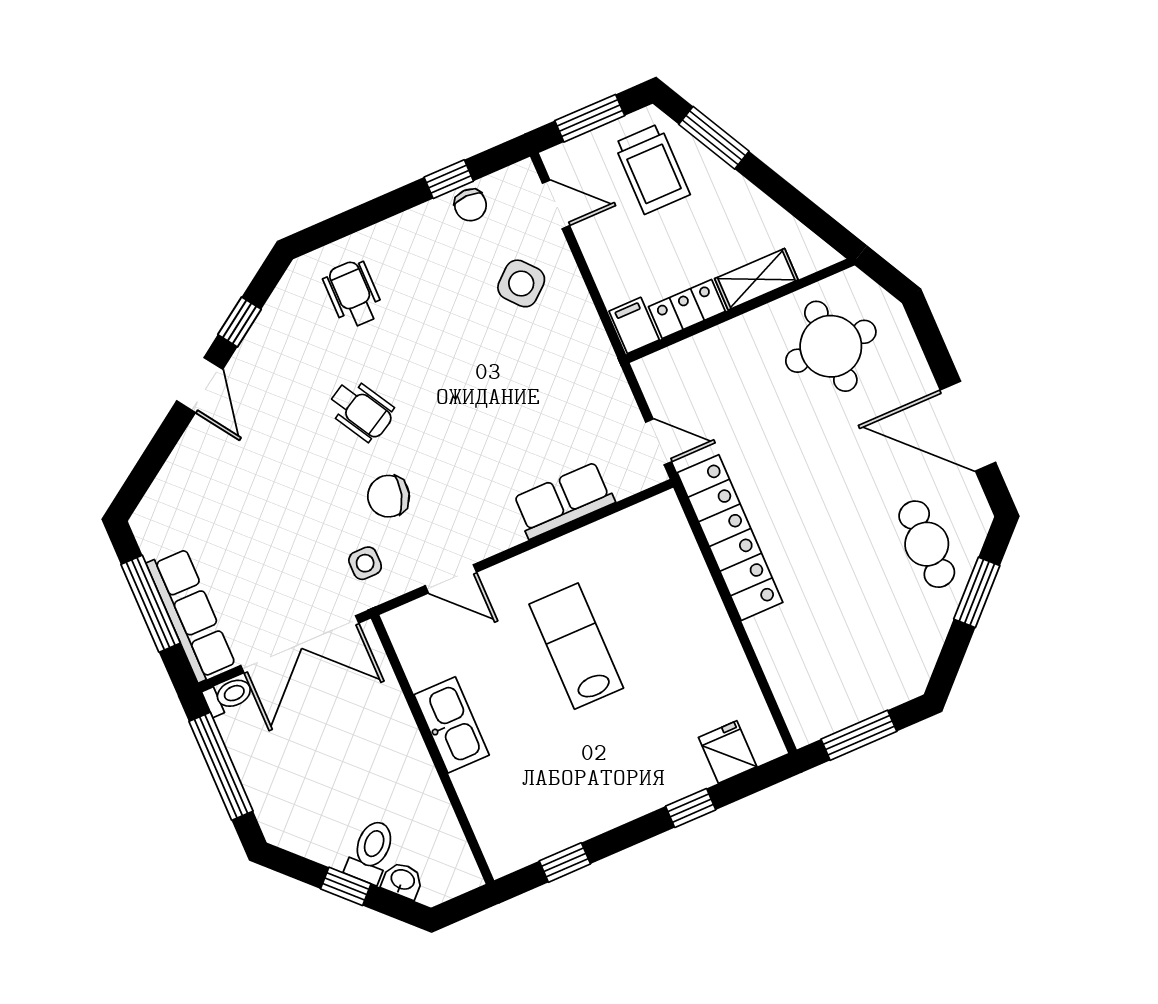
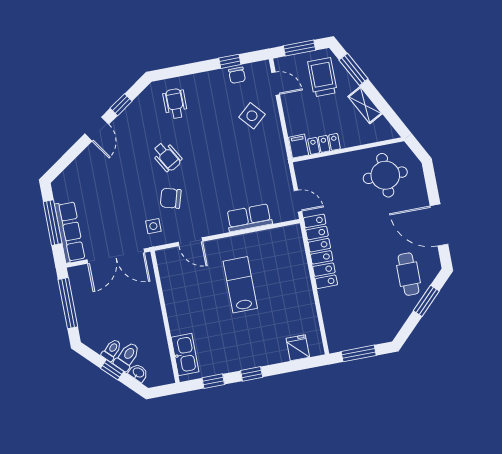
trolley: (652, 169) -> (322, 77), turned 180
shelving: (756, 279) -> (365, 105), moved, turned 62
toilet: (228, 696) -> (112, 350), moved, turned -45
kitchen sink: (452, 725) -> (185, 355), moved
window: (691, 808) -> (252, 374), moved

